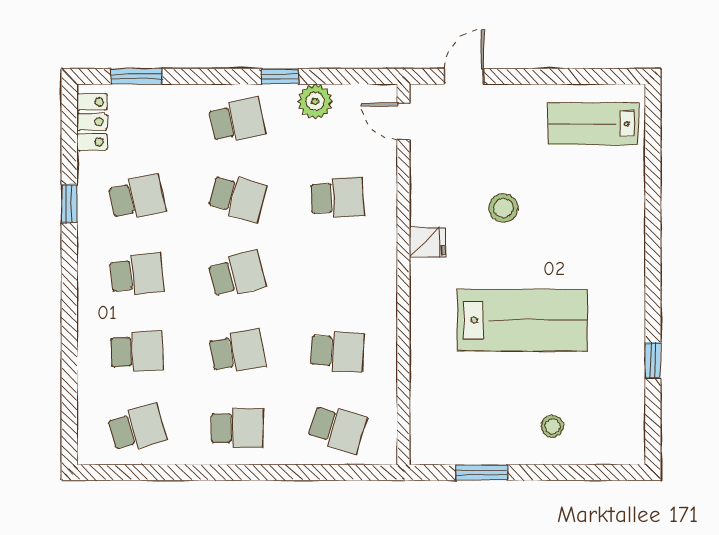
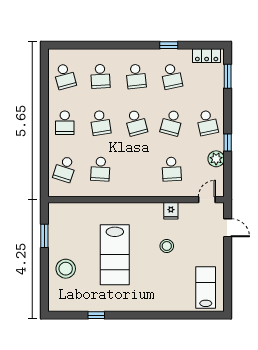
fridge: (428, 242) -> (171, 211), moved
stool: (552, 426) -> (66, 269), width x1.89, depth x1.89

